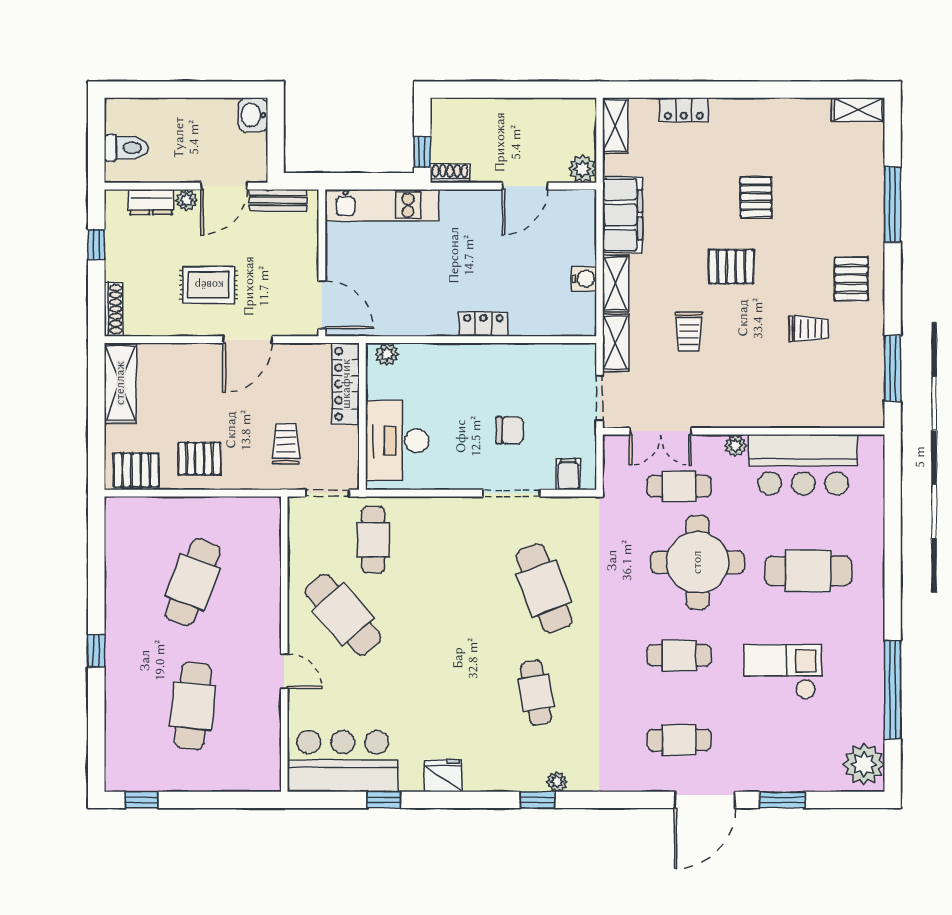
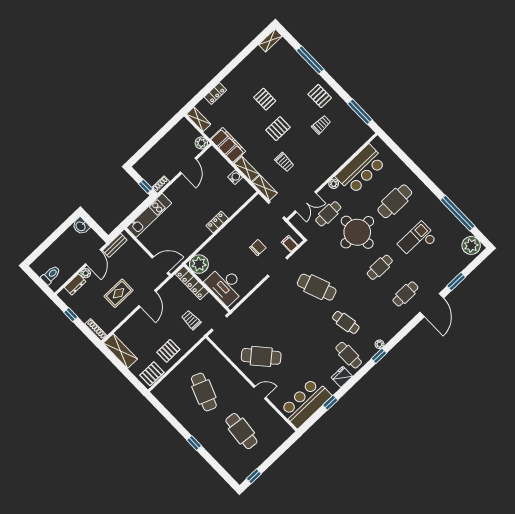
plant: (387, 354) -> (199, 264), width x1.88, depth x1.88
cafe table: (373, 540) -> (349, 355), moved

